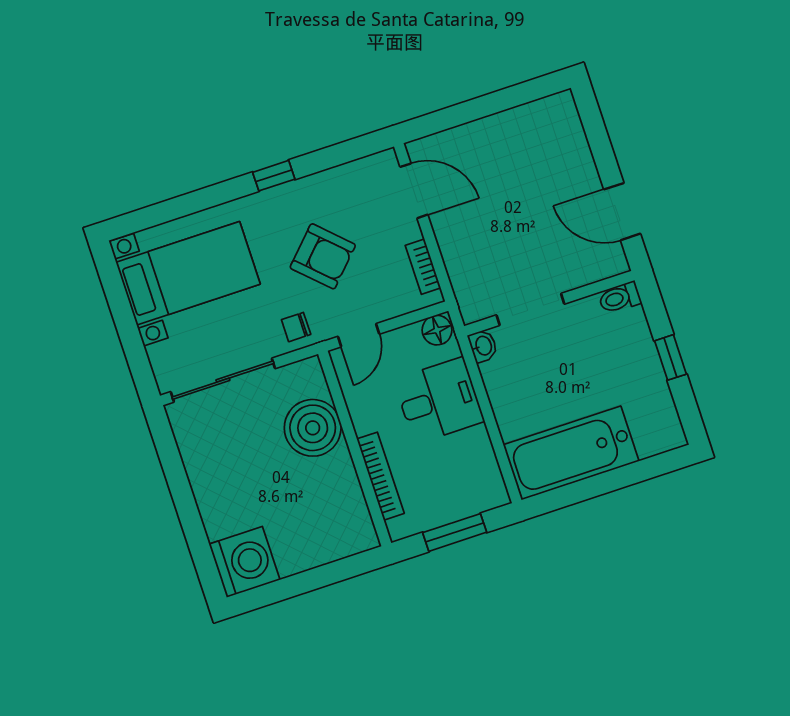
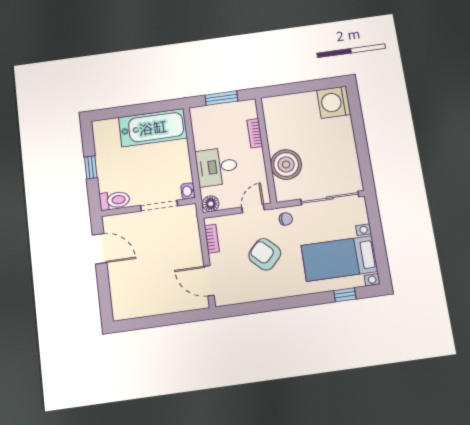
window: (274, 176) -> (345, 295), moved
toilet: (620, 298) -> (114, 200), width x1.37, depth x1.39
bookcase: (380, 476) -> (255, 133), width x0.64

